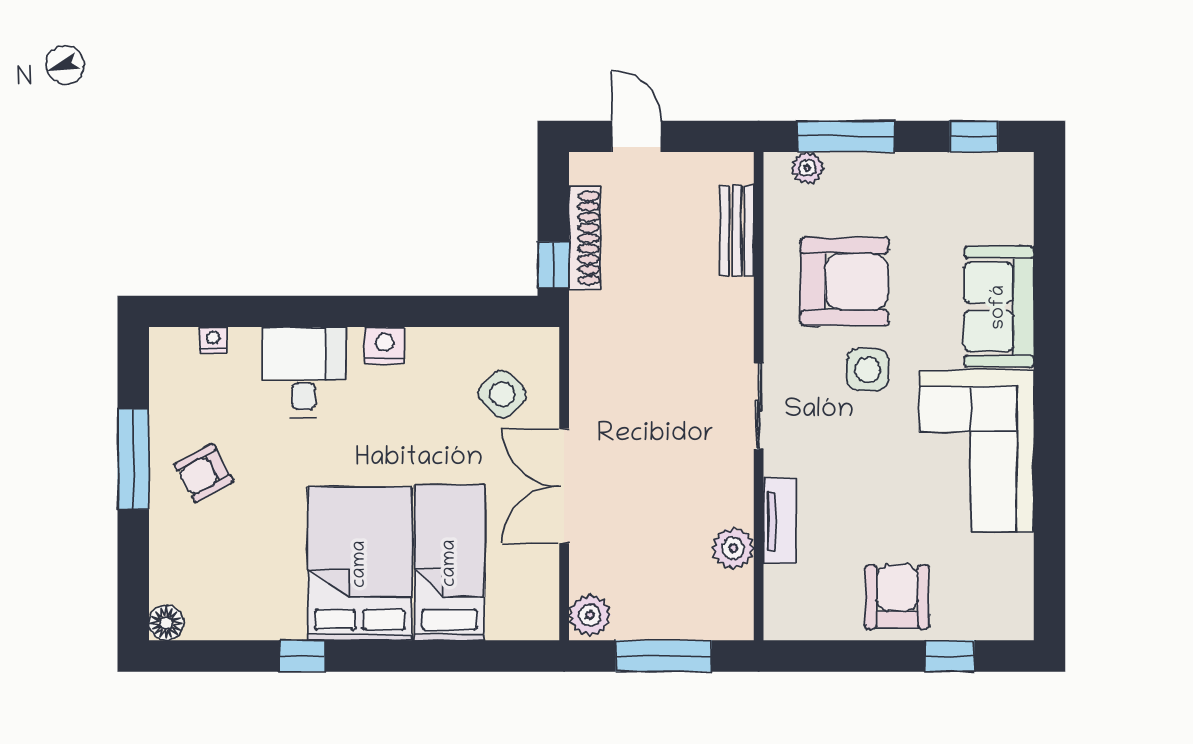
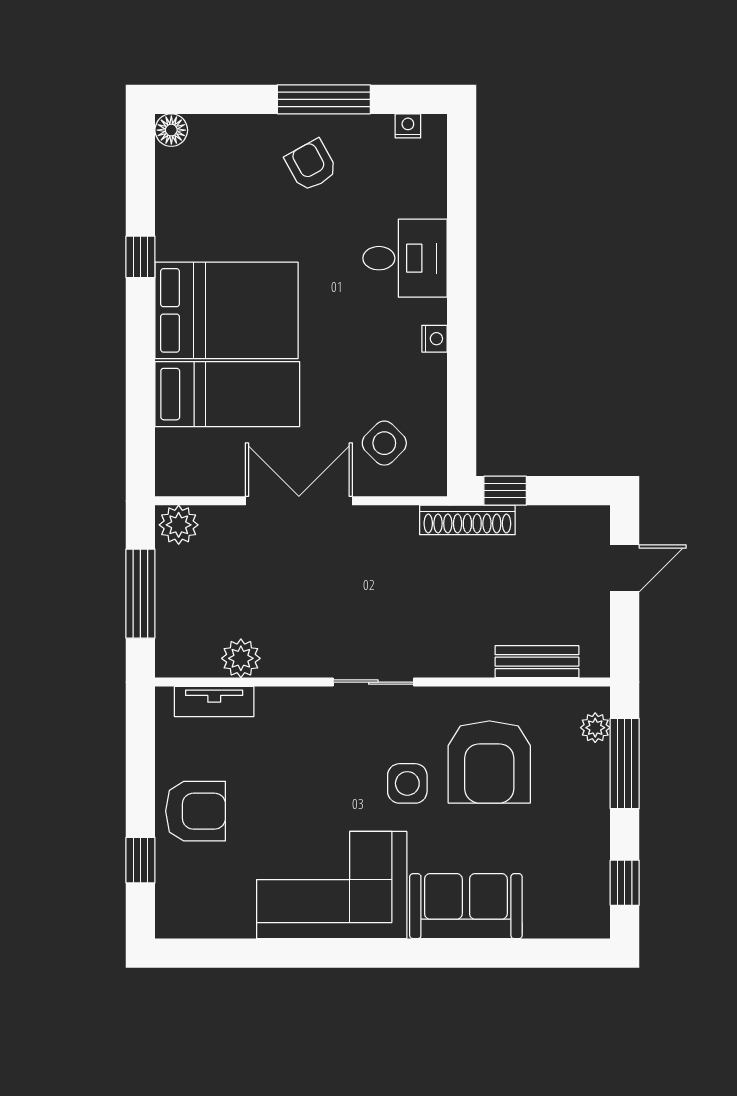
shoe rack: (585, 238) -> (467, 520), moved
nightstand: (213, 340) -> (408, 126), moved, turned -90
nightstand: (385, 345) -> (434, 339), width x0.72, depth x0.74
tv unit: (780, 521) -> (214, 702), moved

